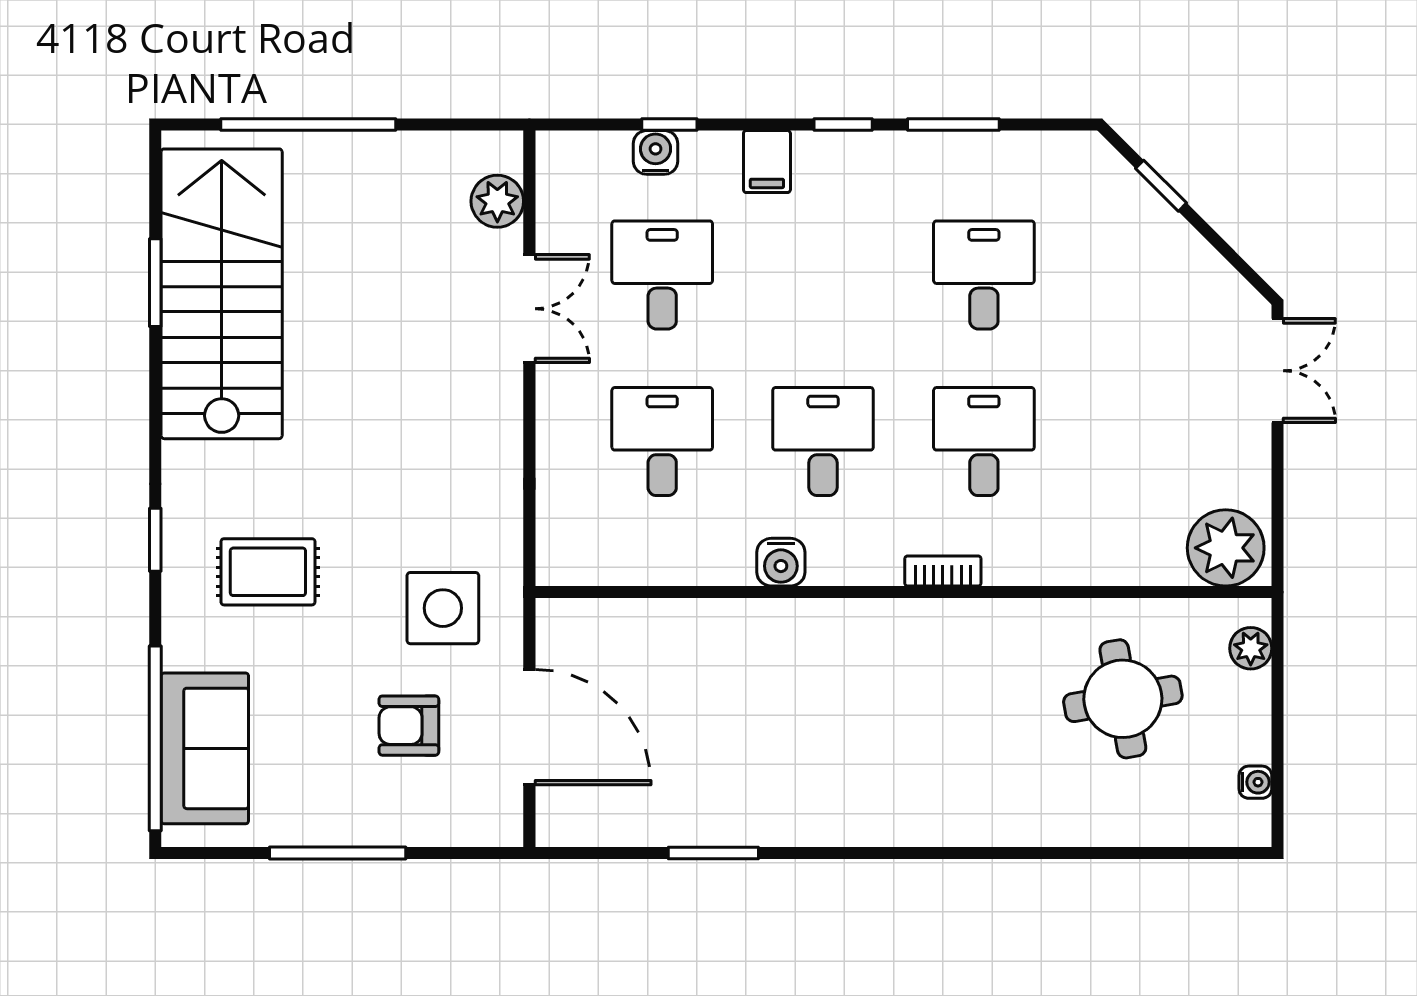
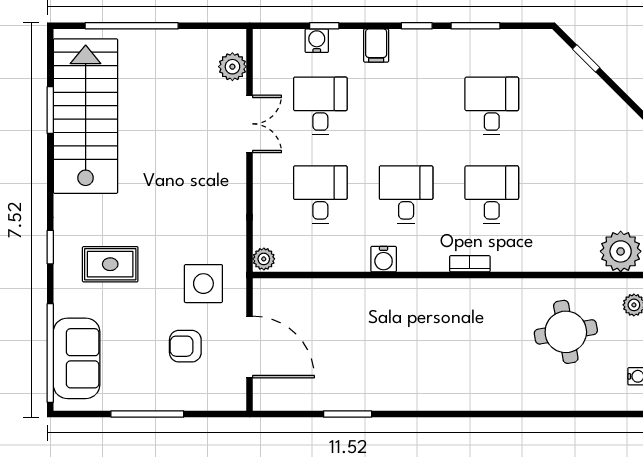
plant: (556, 562) -> (264, 259), added

